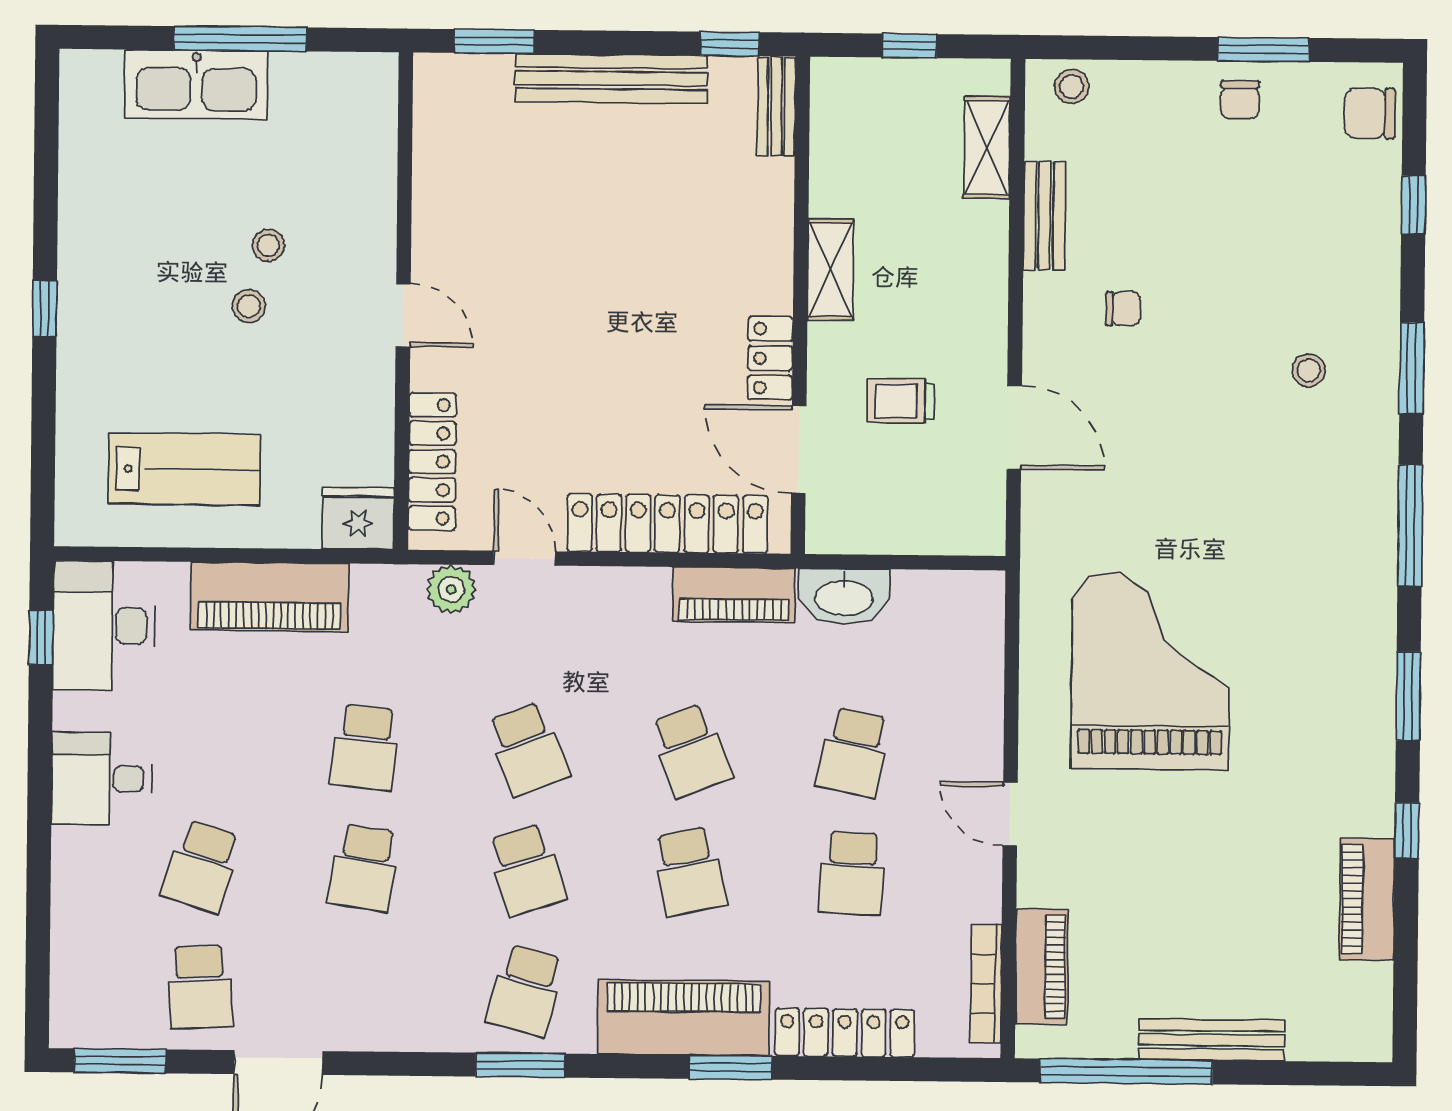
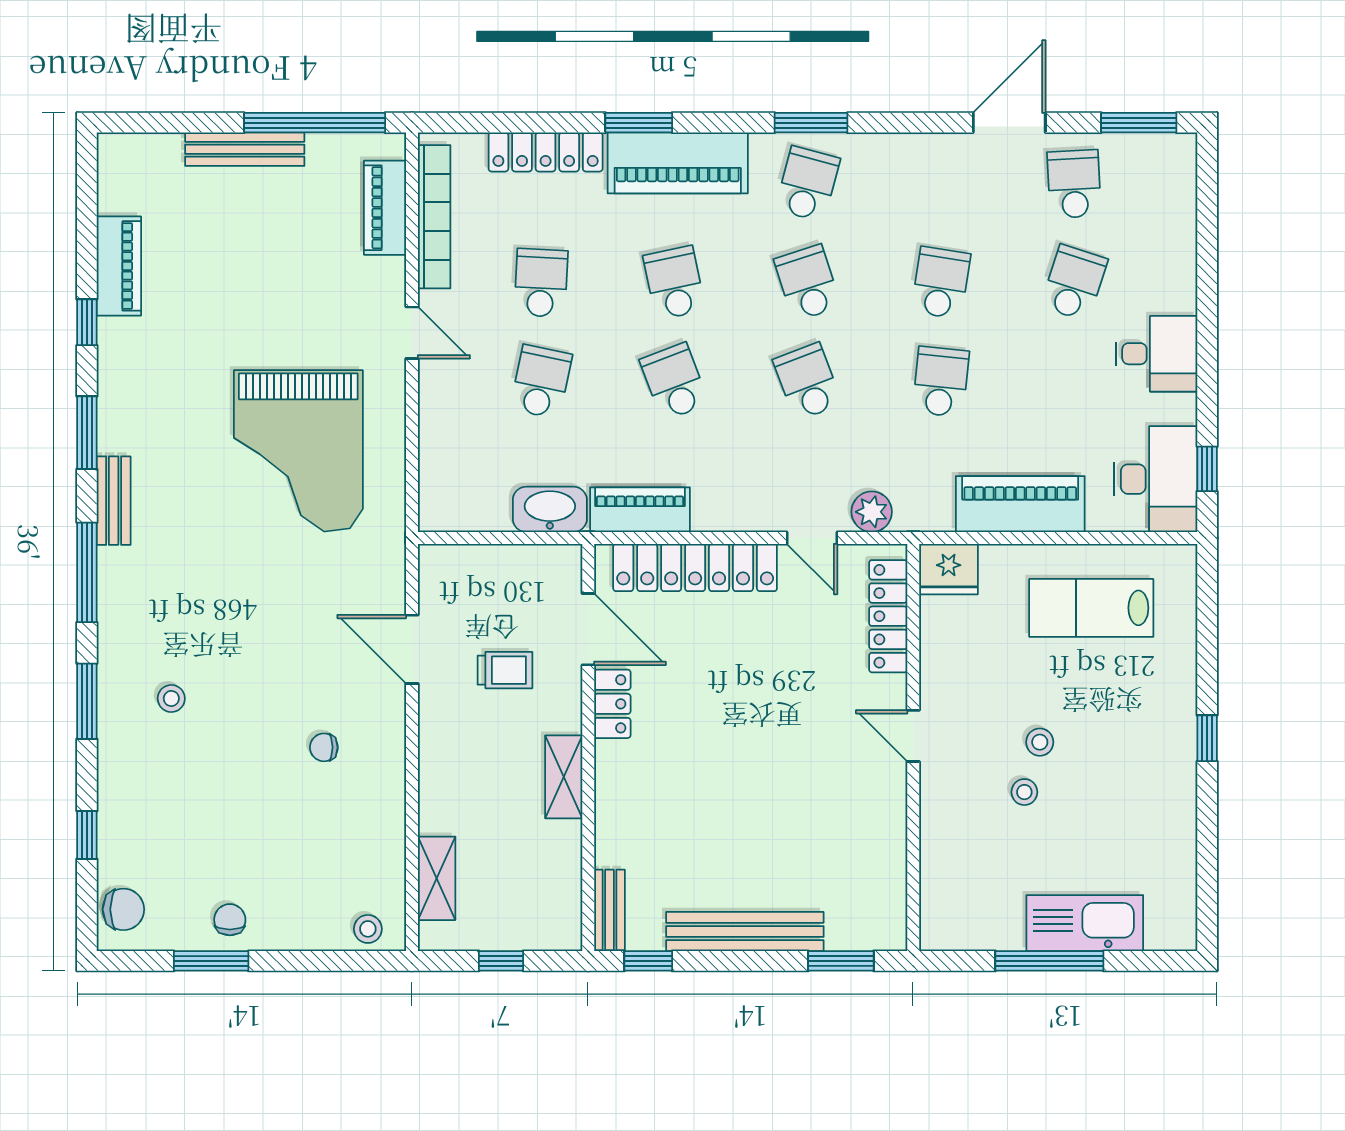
bench: (1044, 216) -> (114, 501), moved
bookcase: (986, 984) -> (434, 217), width x1.48, depth x1.31

